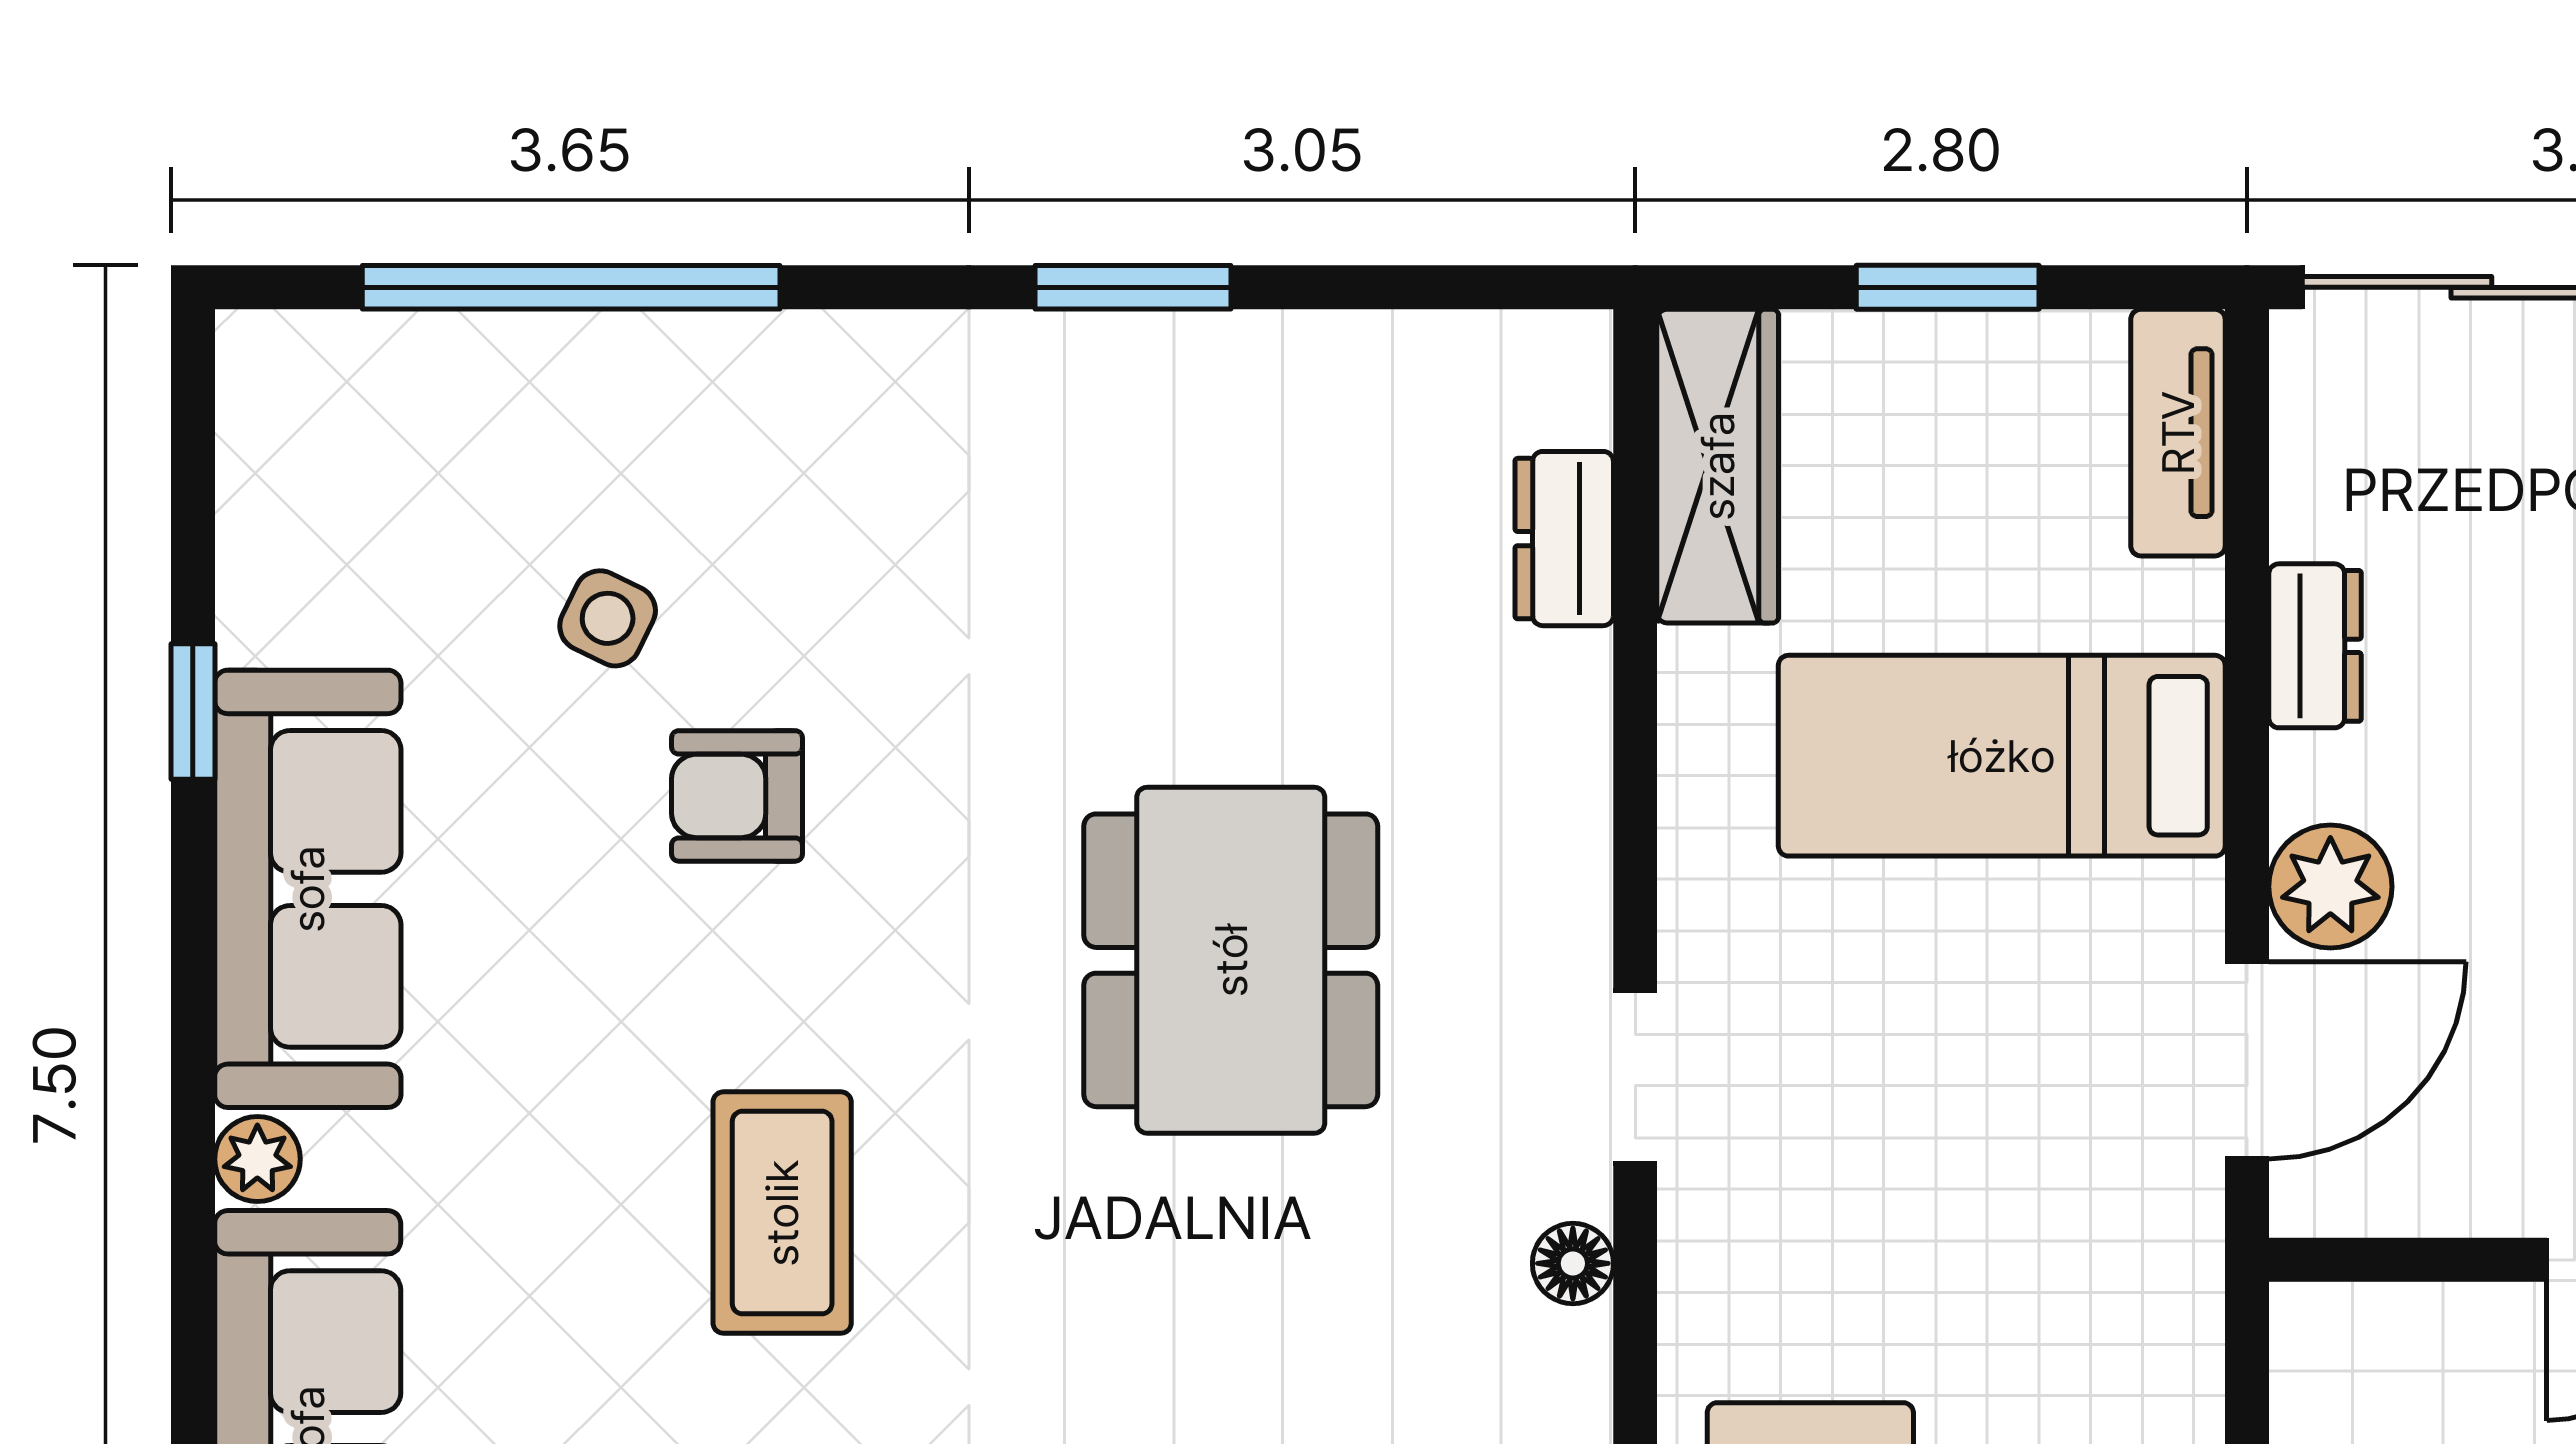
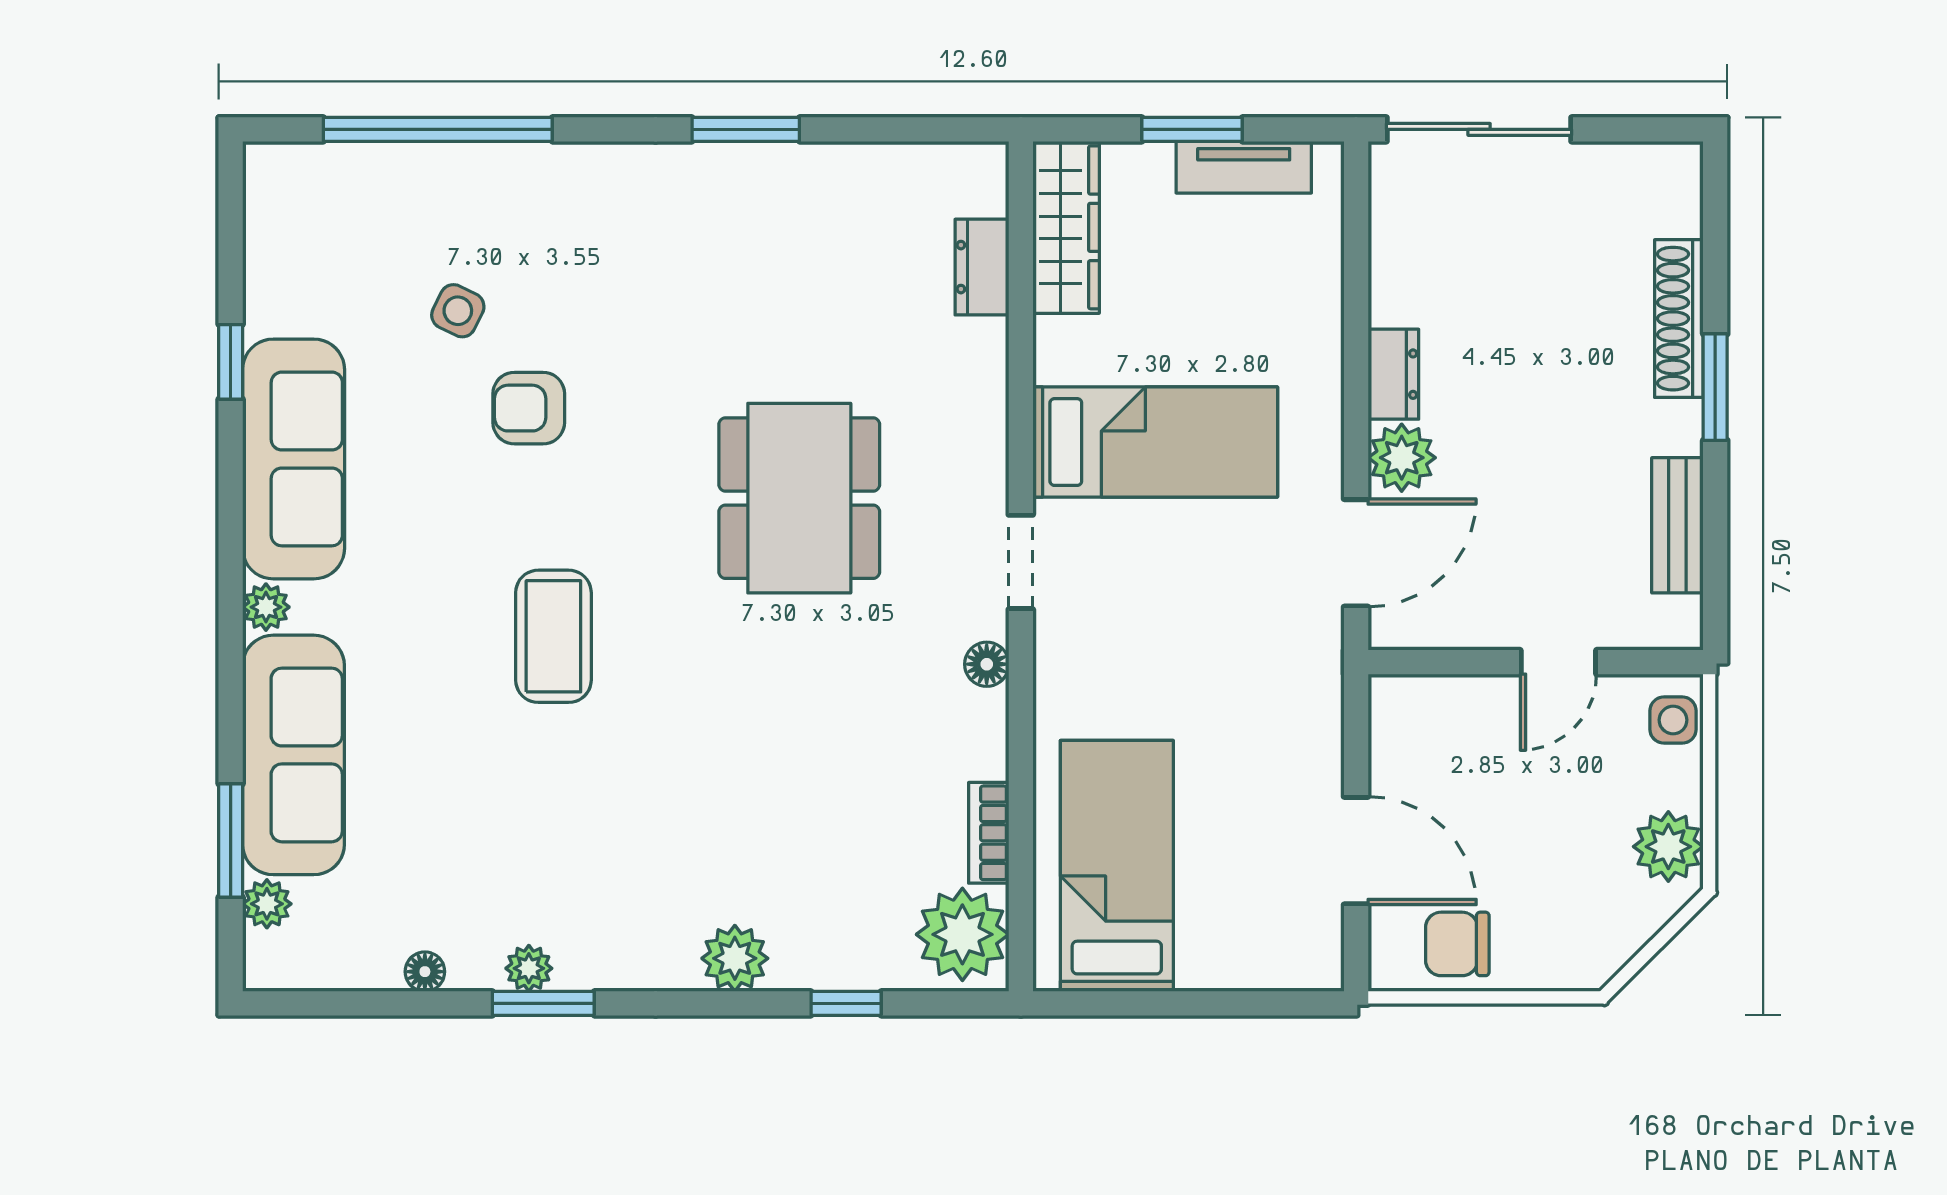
tv unit: (2178, 433) -> (1244, 167), moved, turned -90
dresser: (2315, 646) -> (1393, 374), moved
bed: (2002, 756) -> (1155, 442), moved, turned 180

